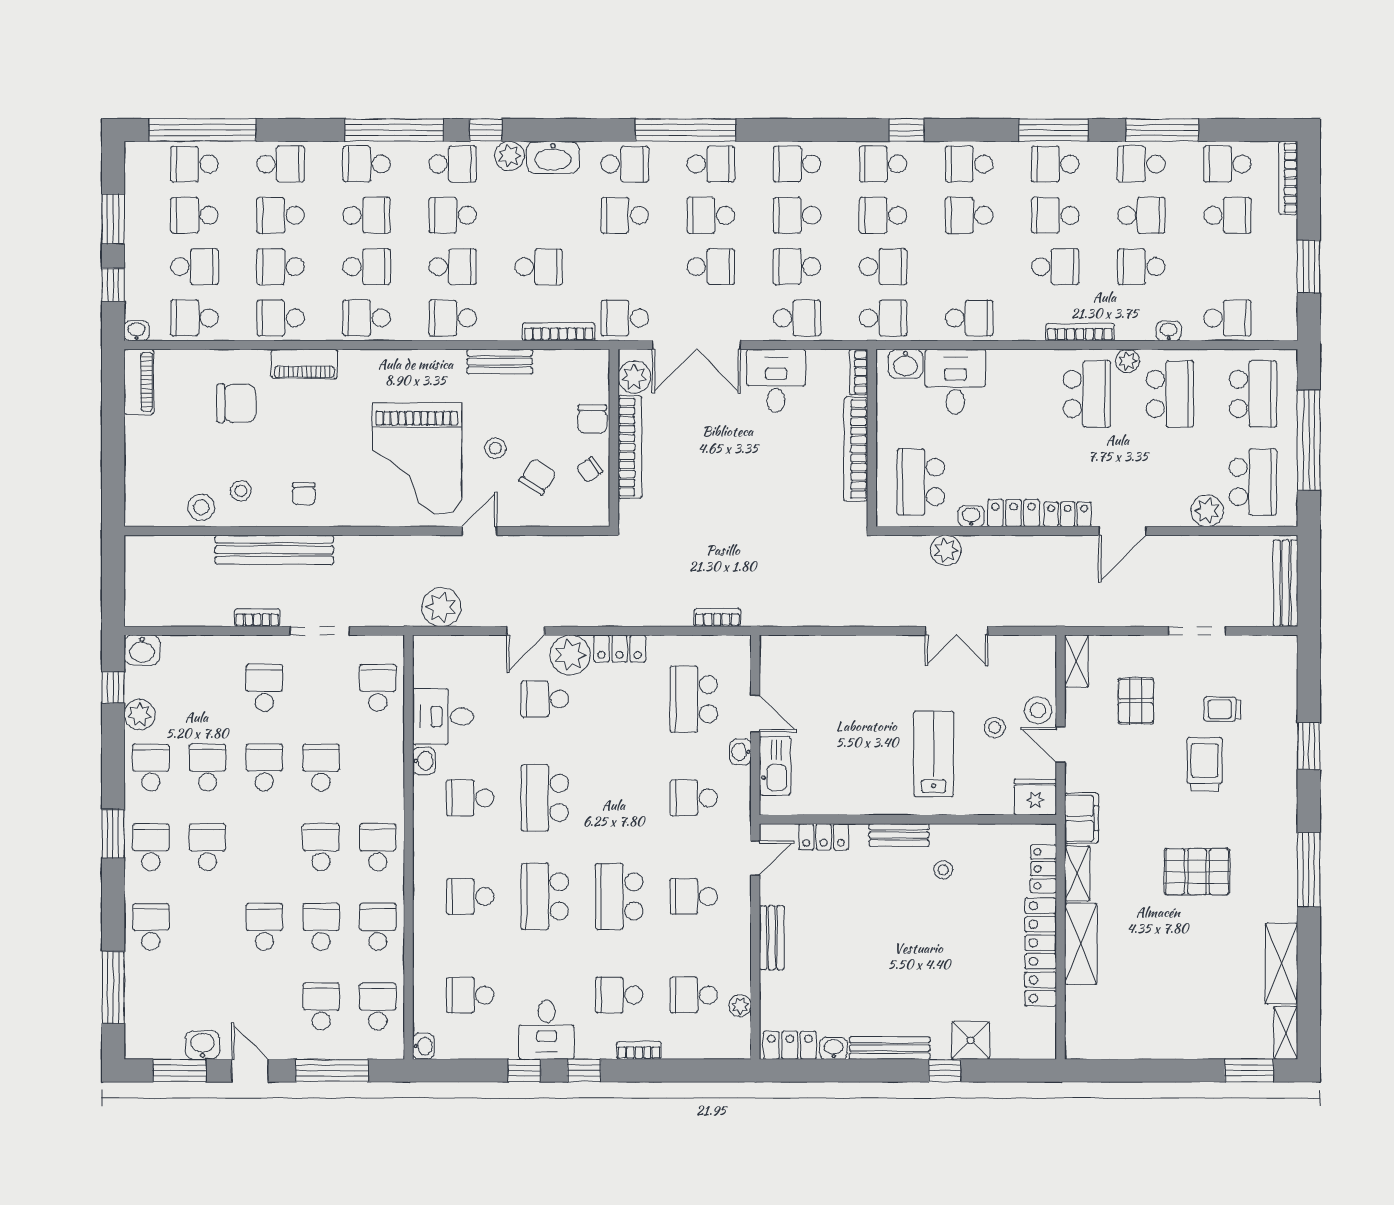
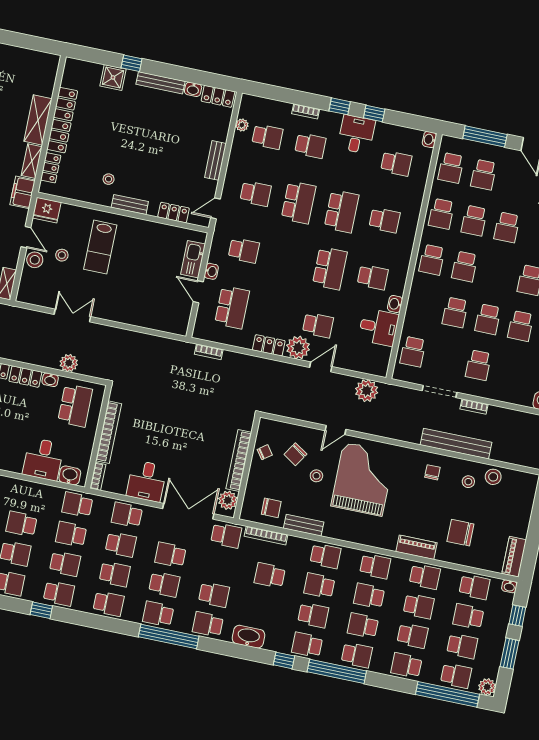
plant: (509, 156) -> (487, 687), moved
school desk: (969, 318) -> (21, 524), moved
chair: (592, 419) -> (271, 508), moved, turned 90

